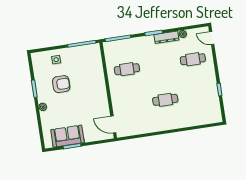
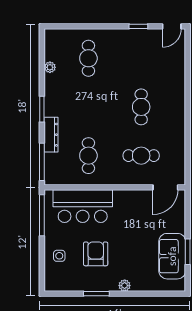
dresser: (166, 37) -> (51, 135), moved
door: (212, 38) -> (172, 26), moved
bar counter: (92, 70) -> (83, 206), added
cafe table: (132, 105) -> (141, 156), added

